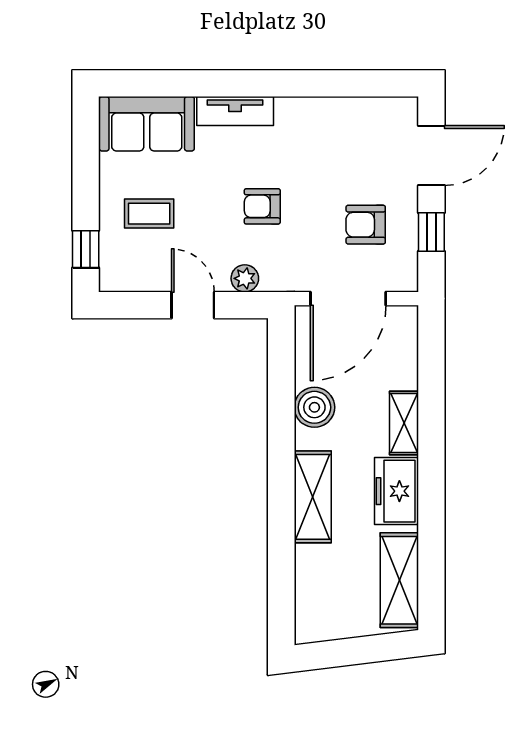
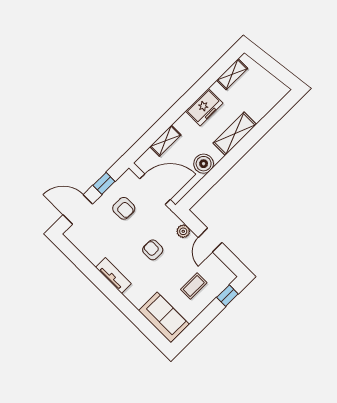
tv unit: (235, 111) -> (113, 276), moved
armchair: (262, 206) -> (153, 250), turned 180
coffee table: (149, 214) -> (194, 286), turned 90
shelving: (404, 423) -> (165, 141), moved
shelving: (399, 580) -> (232, 74), width x0.67, depth x0.75

